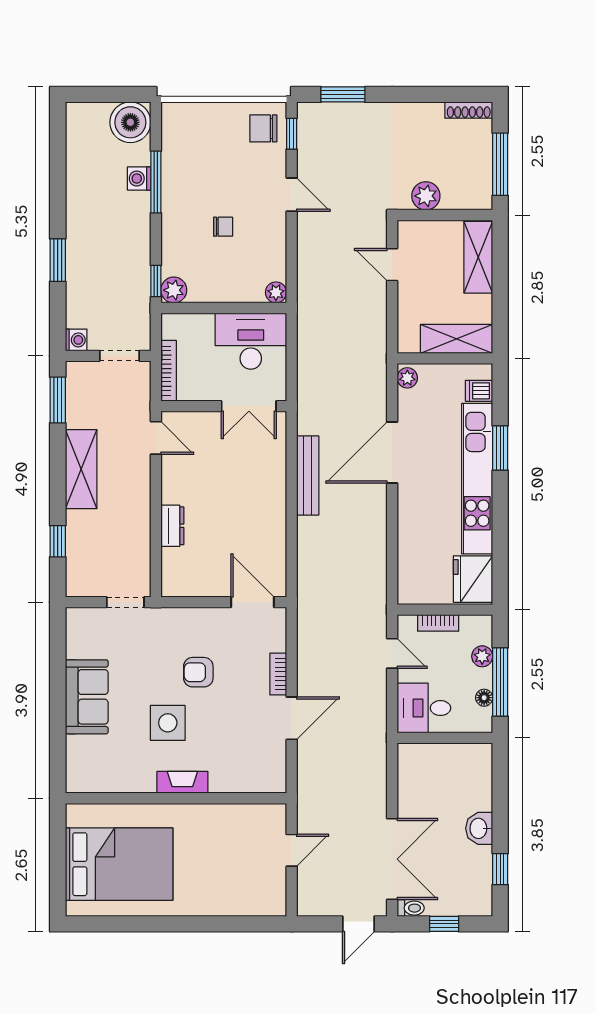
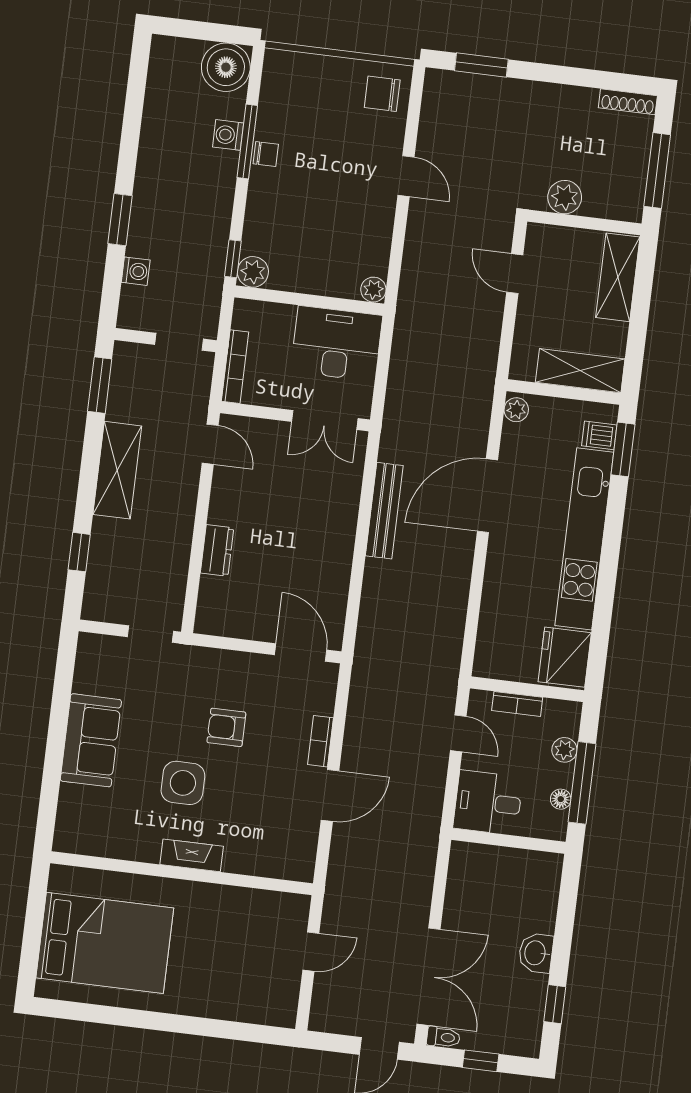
window: (292, 134) -> (415, 104), removed
chair: (223, 227) -> (266, 154), moved
washing machine: (76, 340) -> (136, 271), moved
window: (500, 448) -> (623, 449), moved

